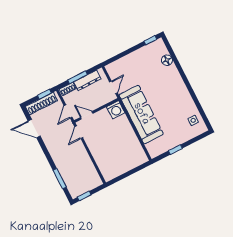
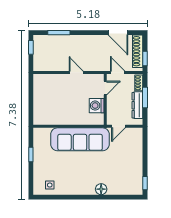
floor lamp: (167, 60) -> (101, 189), moved
door: (113, 87) -> (119, 126), hinge flipped
washing machine: (116, 110) -> (97, 106), moved
door: (34, 128) -> (118, 33), swing flipped
door: (79, 132) -> (76, 72), moved

